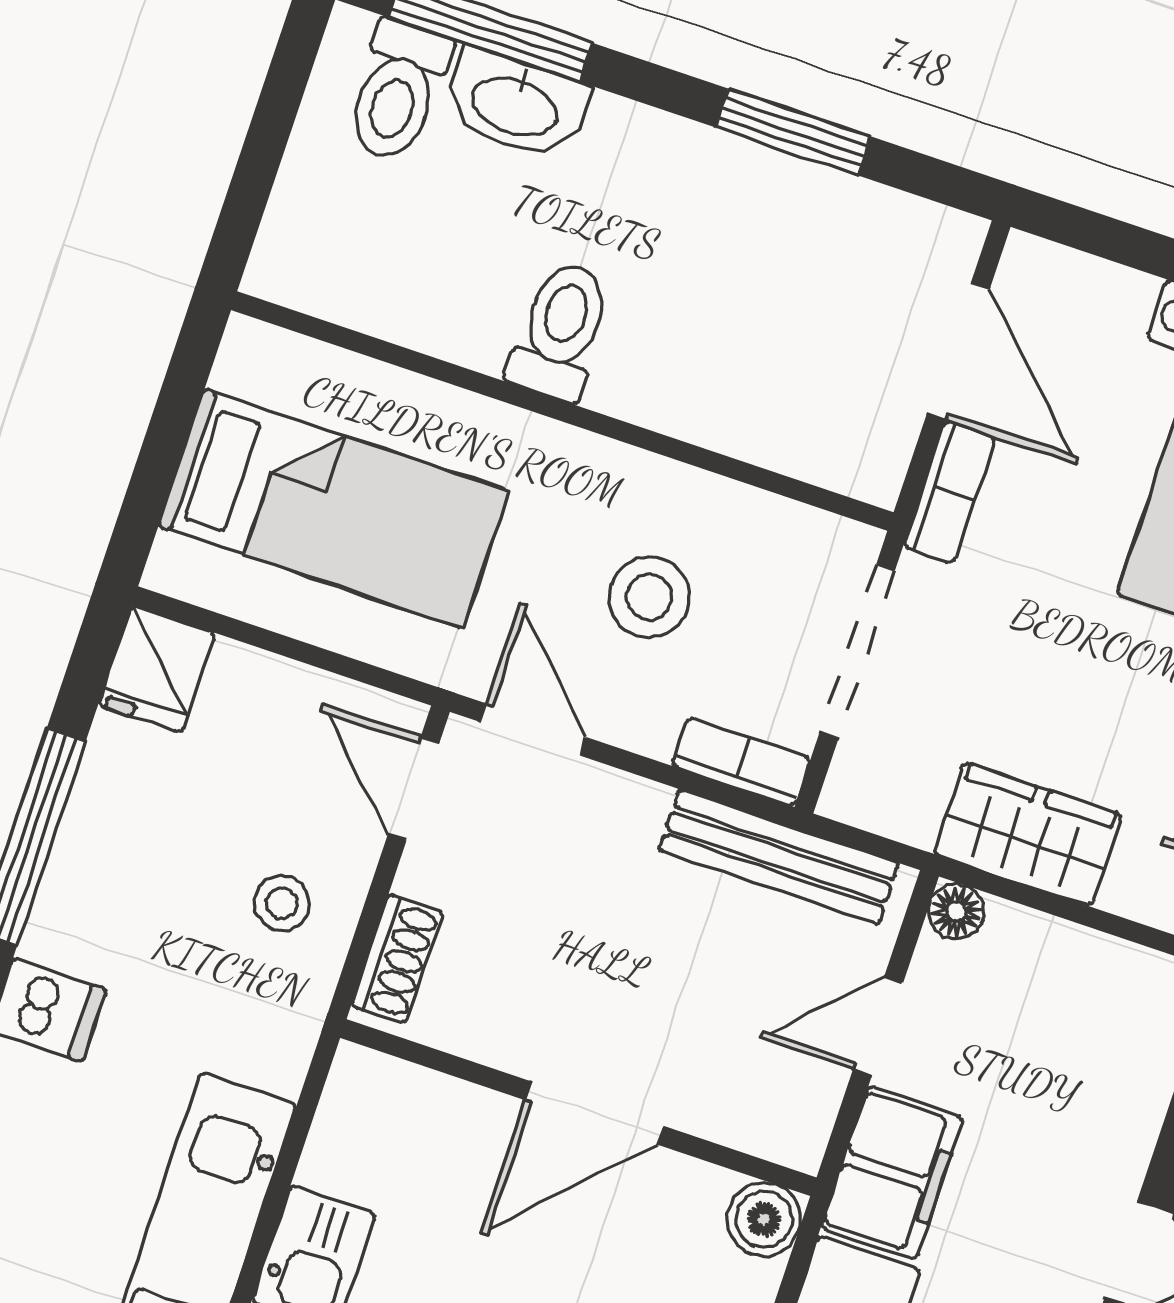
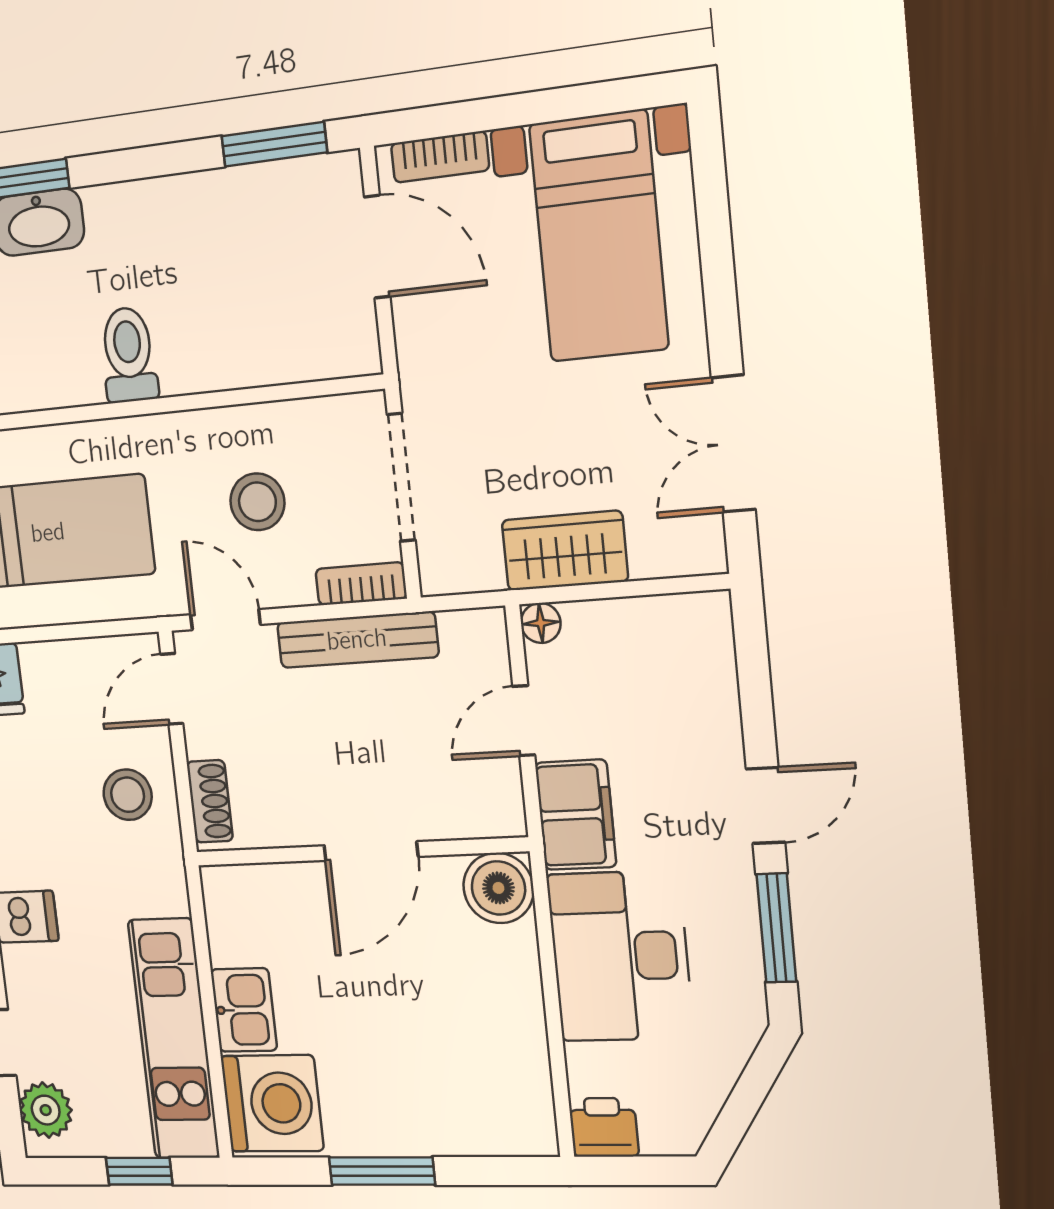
window: (793, 132) -> (274, 144), moved
bookcase: (949, 492) -> (440, 157), moved, turned 90
door: (414, 789) -> (172, 689), hinge flipped
bench: (779, 857) -> (357, 640), moved
stool: (282, 903) -> (128, 795), width x1.37, depth x1.37
boiler: (764, 1219) -> (498, 888), width x1.36, depth x1.36

